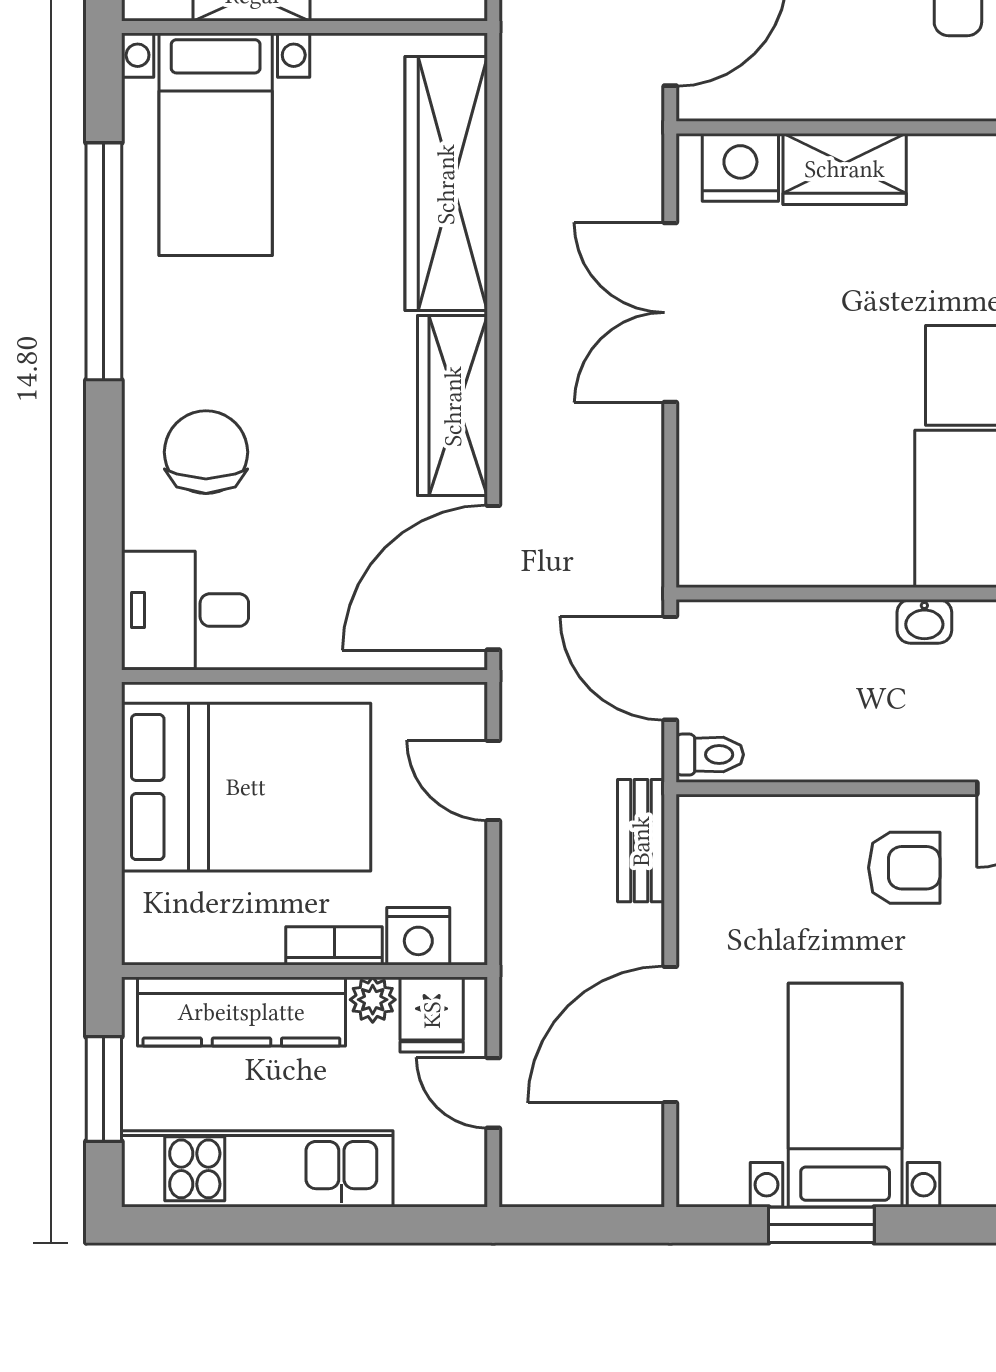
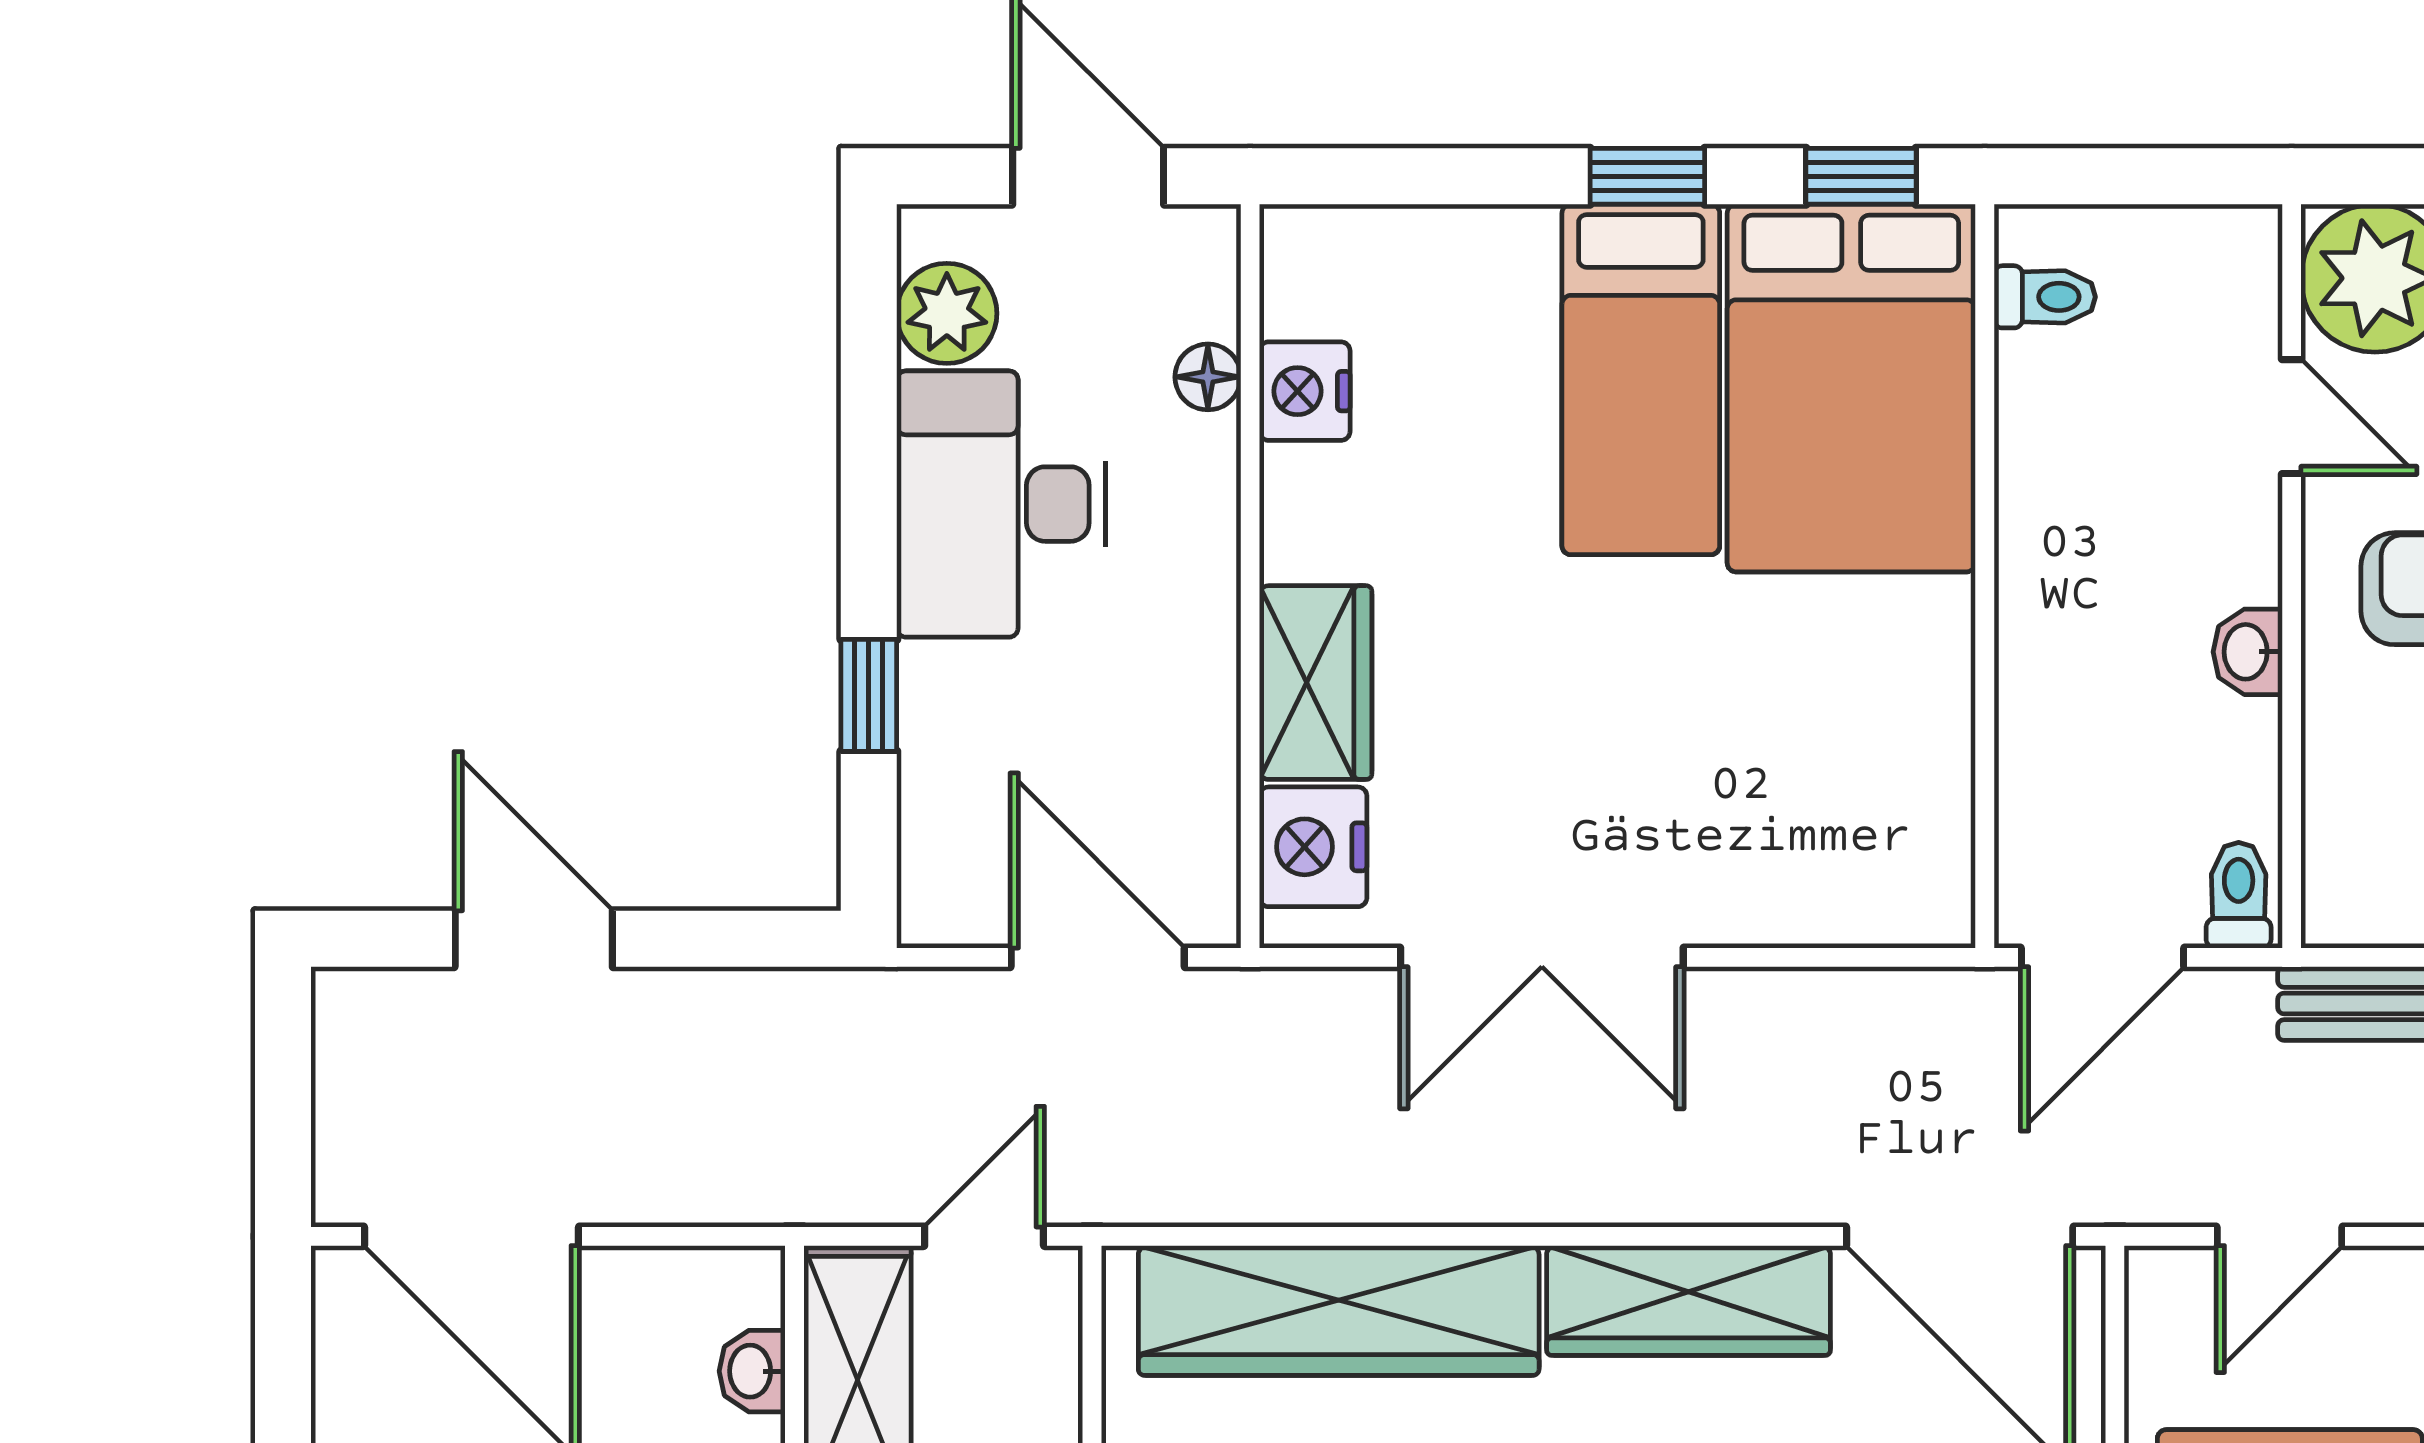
washbasin: (924, 621) -> (2248, 652), moved, turned 180

